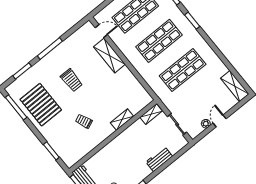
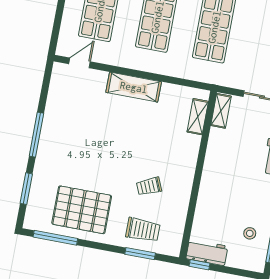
shelving: (109, 56) -> (134, 87), moved
trolley: (71, 80) -> (143, 230), moved
shelving: (122, 119) -> (198, 117), moved

